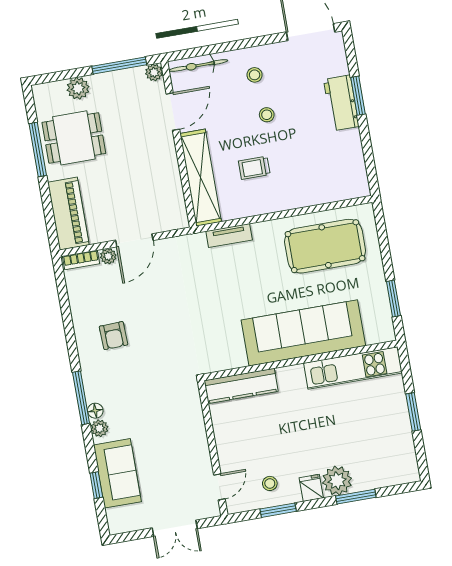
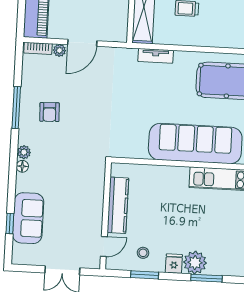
kitchen counter: (241, 386) -> (118, 205), moved, turned -90
window: (81, 398) -> (16, 107), moved
plant: (99, 428) -> (24, 152), moved

